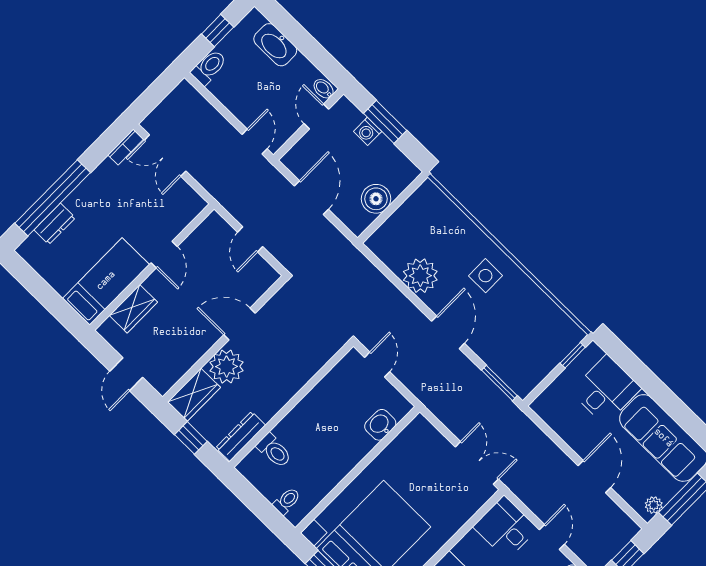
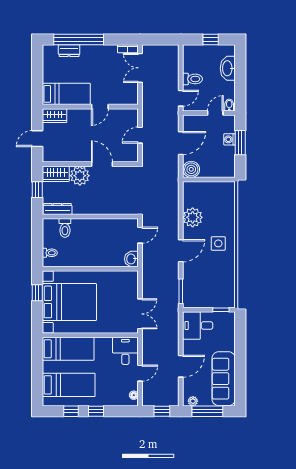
toilet: (209, 67) -> (193, 79), moved
boiler: (376, 199) -> (191, 169), moved
wardrobe: (133, 309) -> (54, 116), moved
desk: (606, 390) -> (198, 325), moved, turned 180
washbasin: (380, 425) -> (131, 259), moved, turned -90

